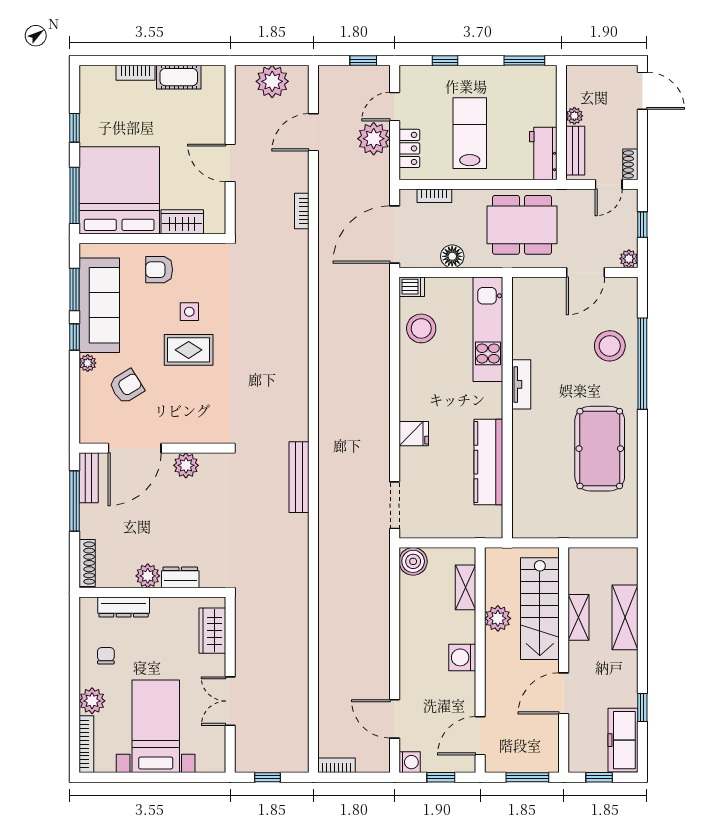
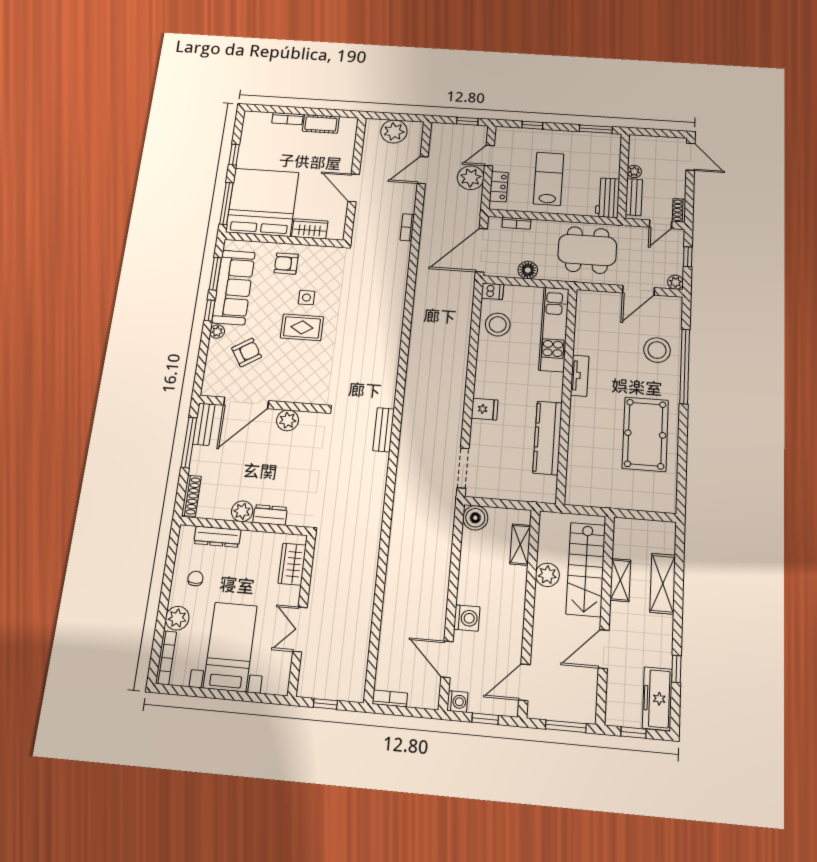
bench: (299, 477) -> (384, 430), width x0.73
washing machine: (462, 657) -> (467, 618), moved, turned 180

